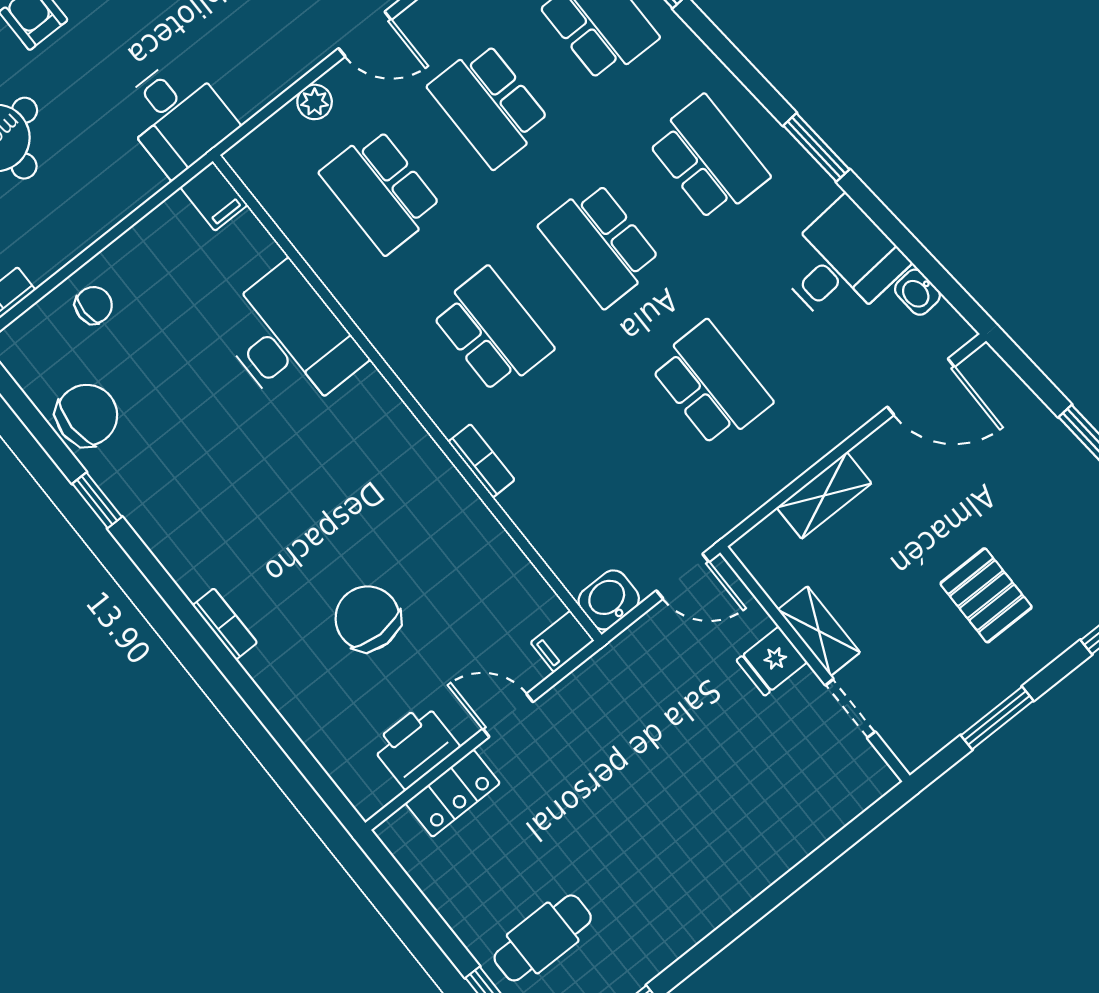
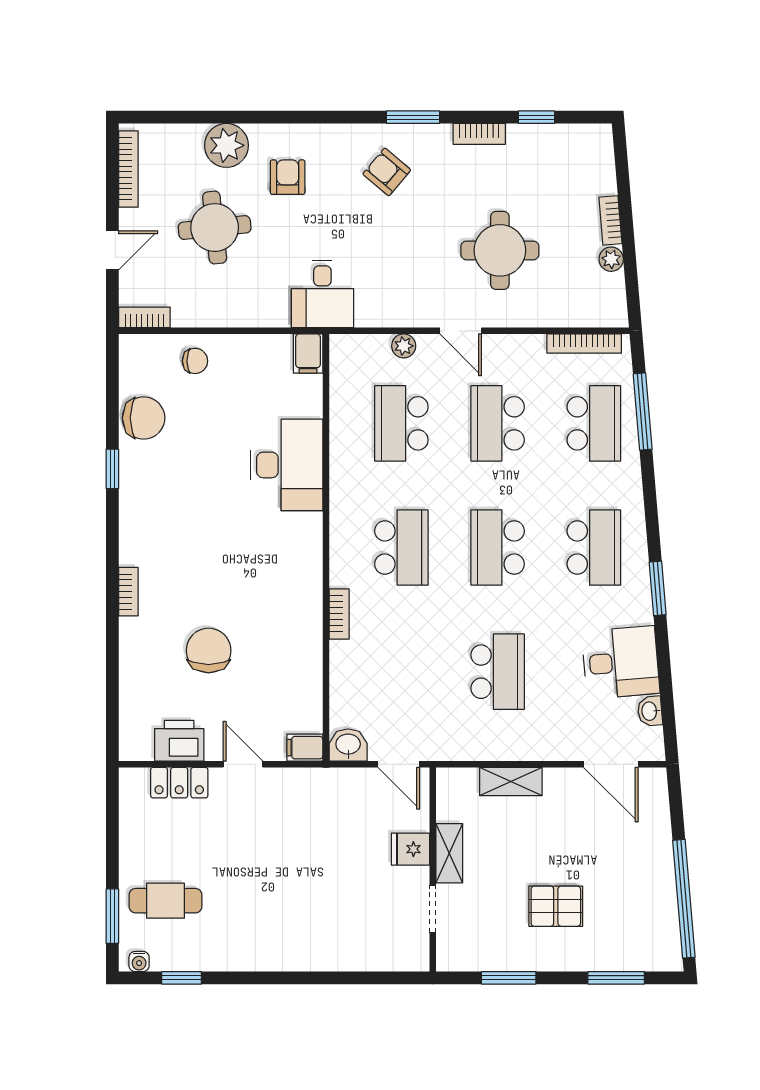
pallet: (986, 595) -> (556, 906), turned 90

